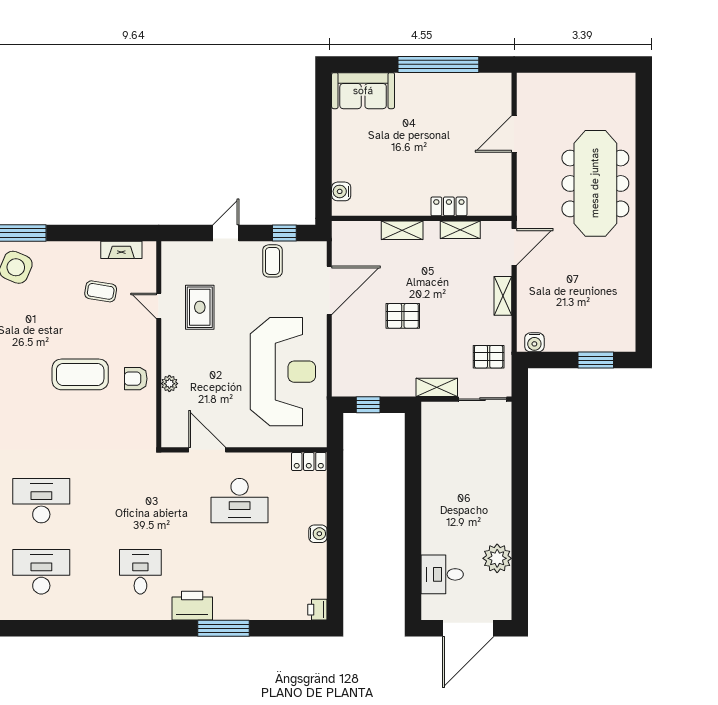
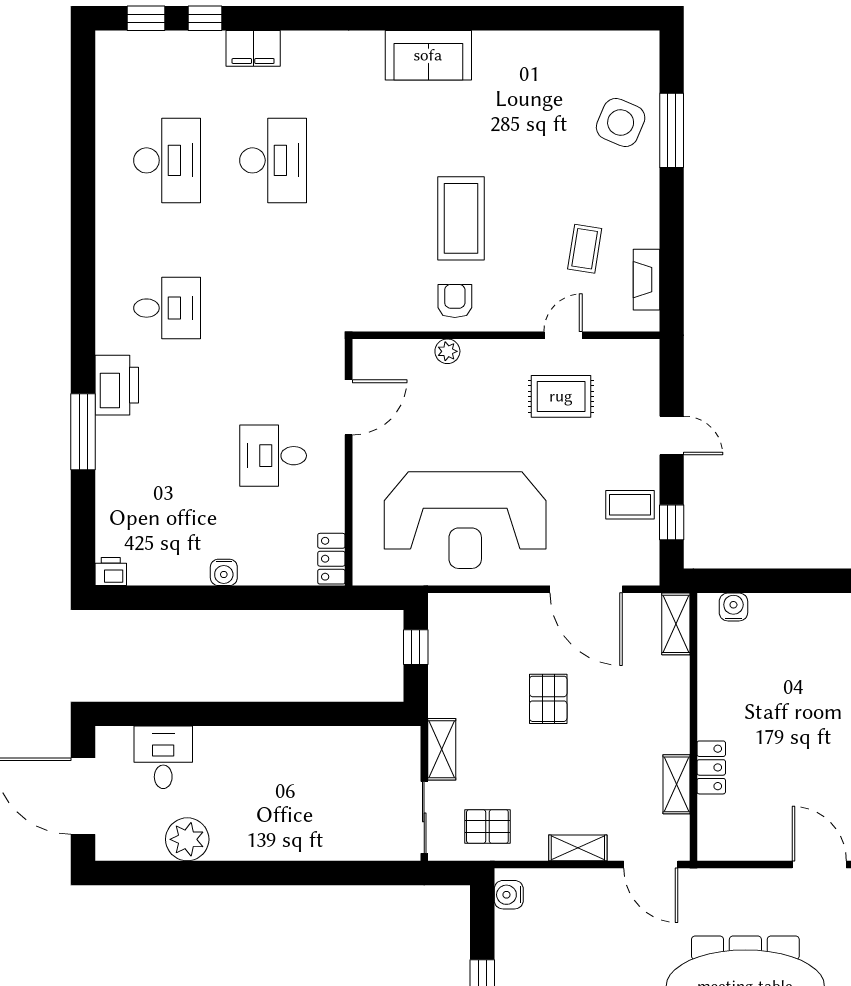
shelving: (402, 230) -> (676, 624), moved
pallet: (489, 357) -> (487, 827), turned 90
desk: (240, 501) -> (273, 456), width x0.73

